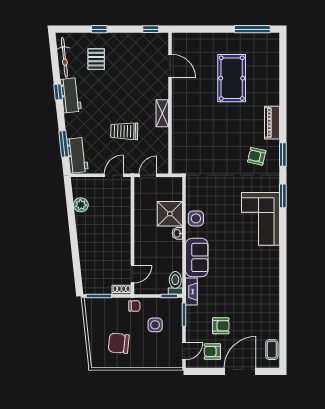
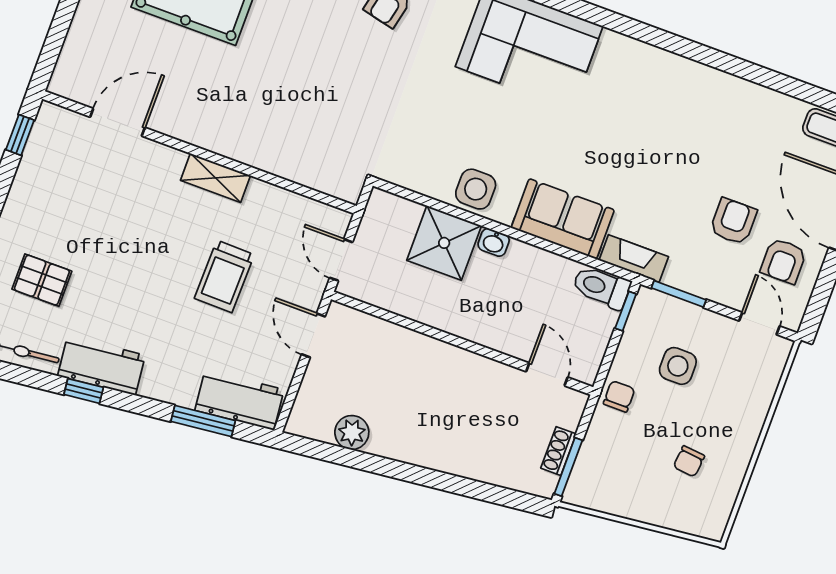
shoe rack: (121, 290) -> (559, 451), moved
chair: (119, 343) -> (689, 461), width x0.54, depth x0.54

